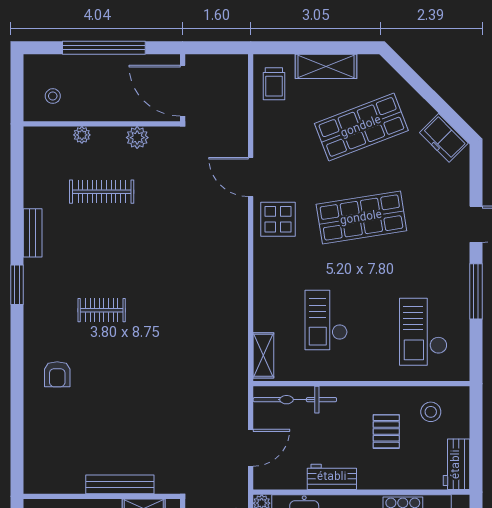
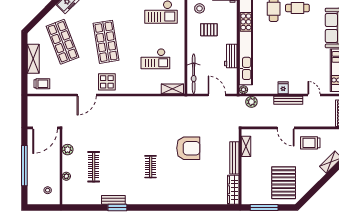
window: (17, 285) -> (117, 207), moved
armchair: (57, 374) -> (188, 148), moved, width x1.88, depth x1.88
wardrobe: (54, 482) -> (233, 190), added

